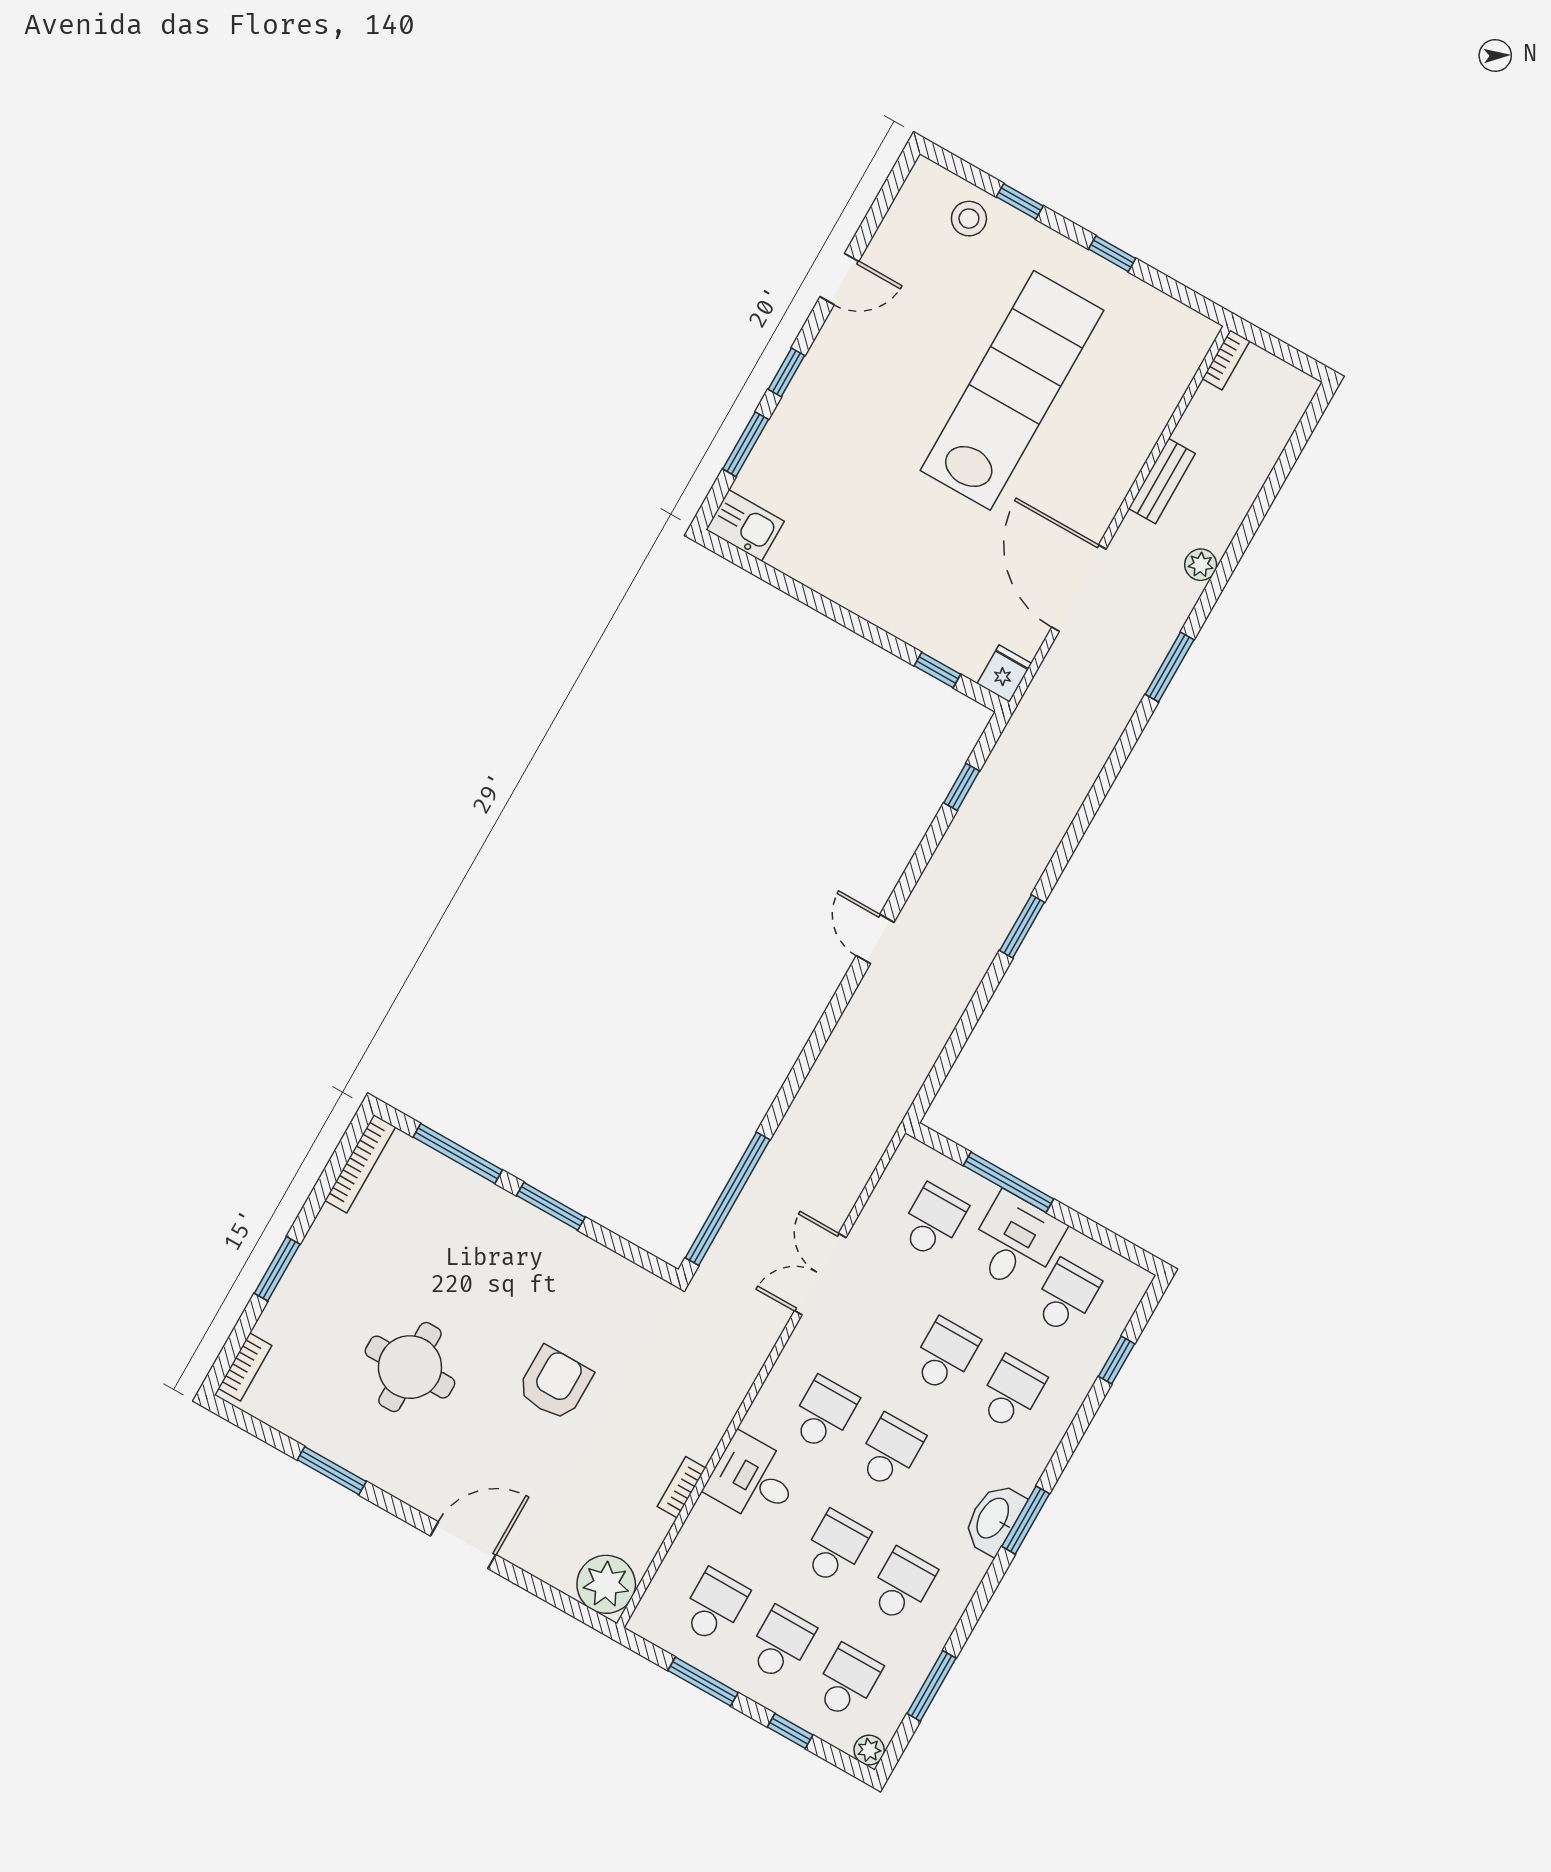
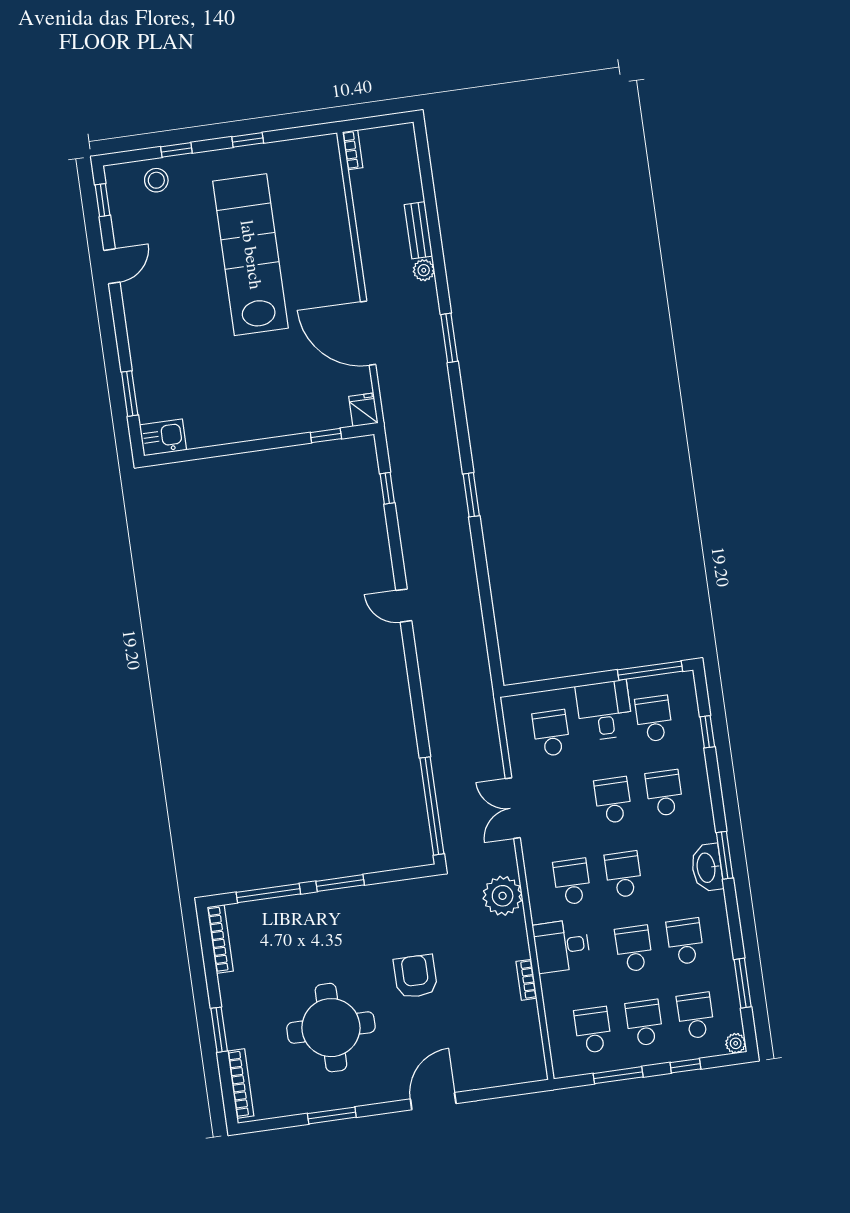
window: (786, 372) -> (103, 200), moved
bench: (1162, 481) -> (418, 230), moved
window: (1022, 926) -> (471, 495), moved
window: (1008, 1182) -> (650, 671), moved
bookcase: (245, 1367) -> (241, 1083), width x1.56
round table: (410, 1367) -> (331, 1028), width x1.36, depth x1.36
plant: (606, 1584) -> (503, 896), moved

